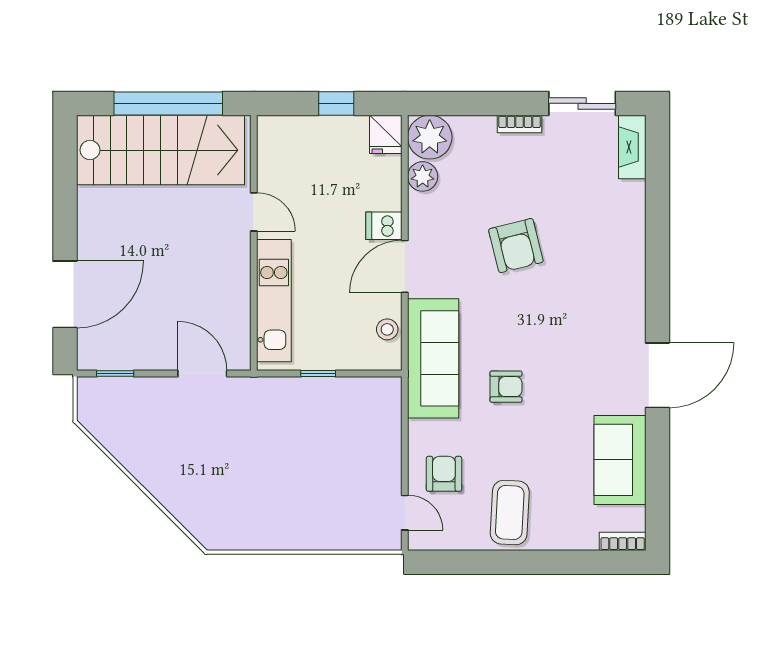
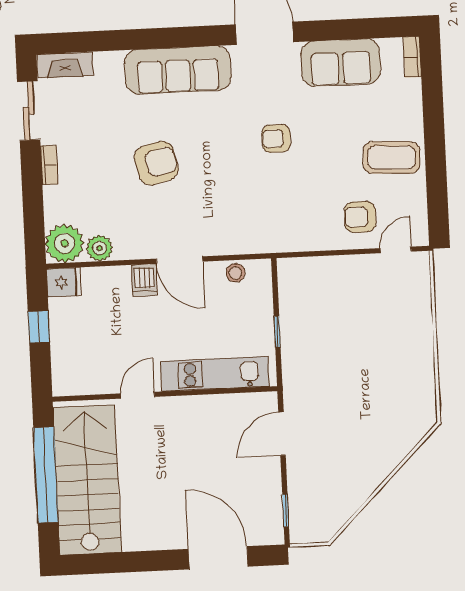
sofa: (433, 358) -> (178, 70), moved, turned 180
armchair: (506, 387) -> (276, 138), moved, turned -90

